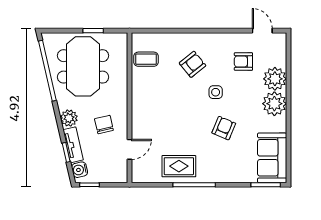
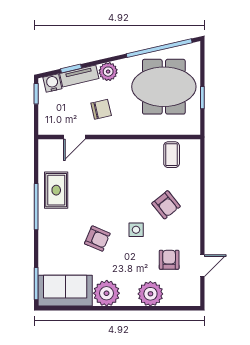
door: (262, 31) -> (202, 266), moved
plant: (274, 104) -> (107, 293), moved
door: (130, 149) -> (74, 137), hinge flipped

